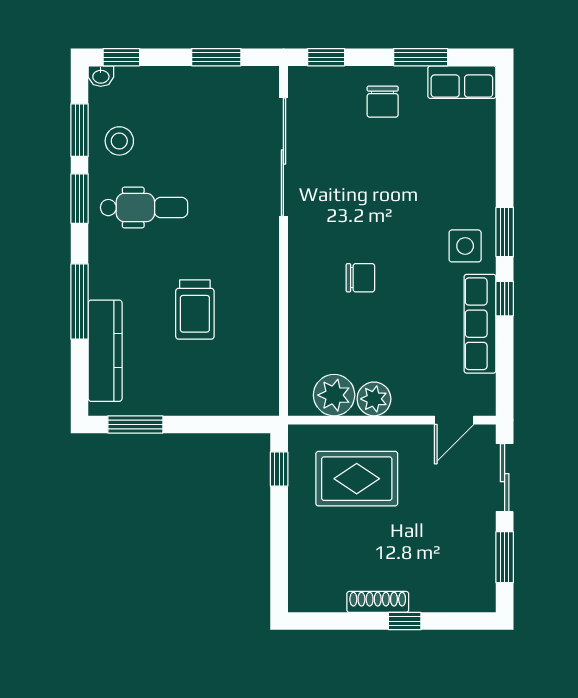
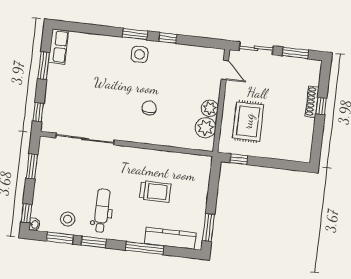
chair: (383, 102) -> (63, 87), removed
row of seats: (480, 324) -> (179, 52), removed
shoe rack: (378, 602) -> (312, 102), moved

